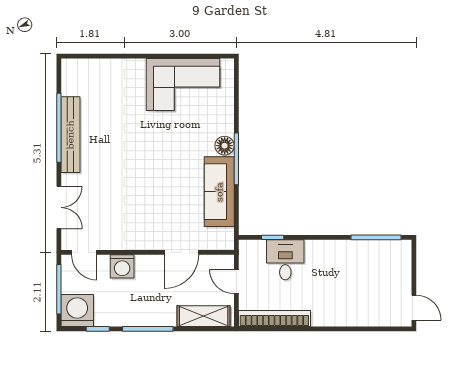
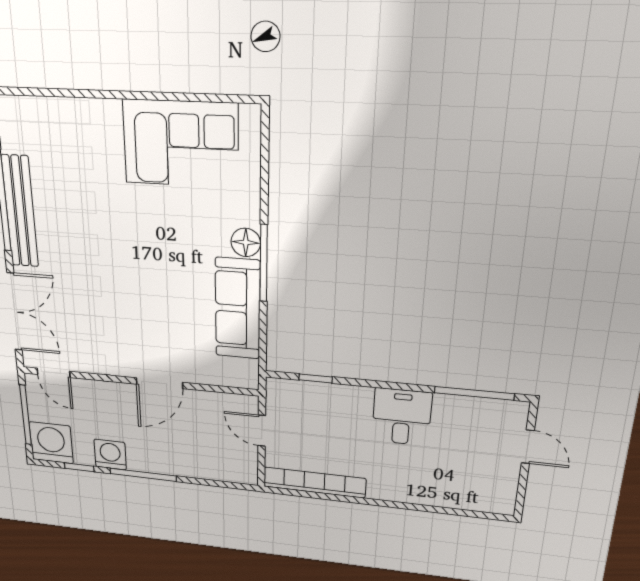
double door: (59, 207) -> (15, 312), width x1.37
door: (182, 252) -> (159, 383), moved
desk: (285, 260) -> (402, 417), moved
washing machine: (122, 266) -> (110, 455), moved, turned 180
door: (414, 308) -> (528, 447), moved
shelving: (204, 316) -> (217, 468), removed

